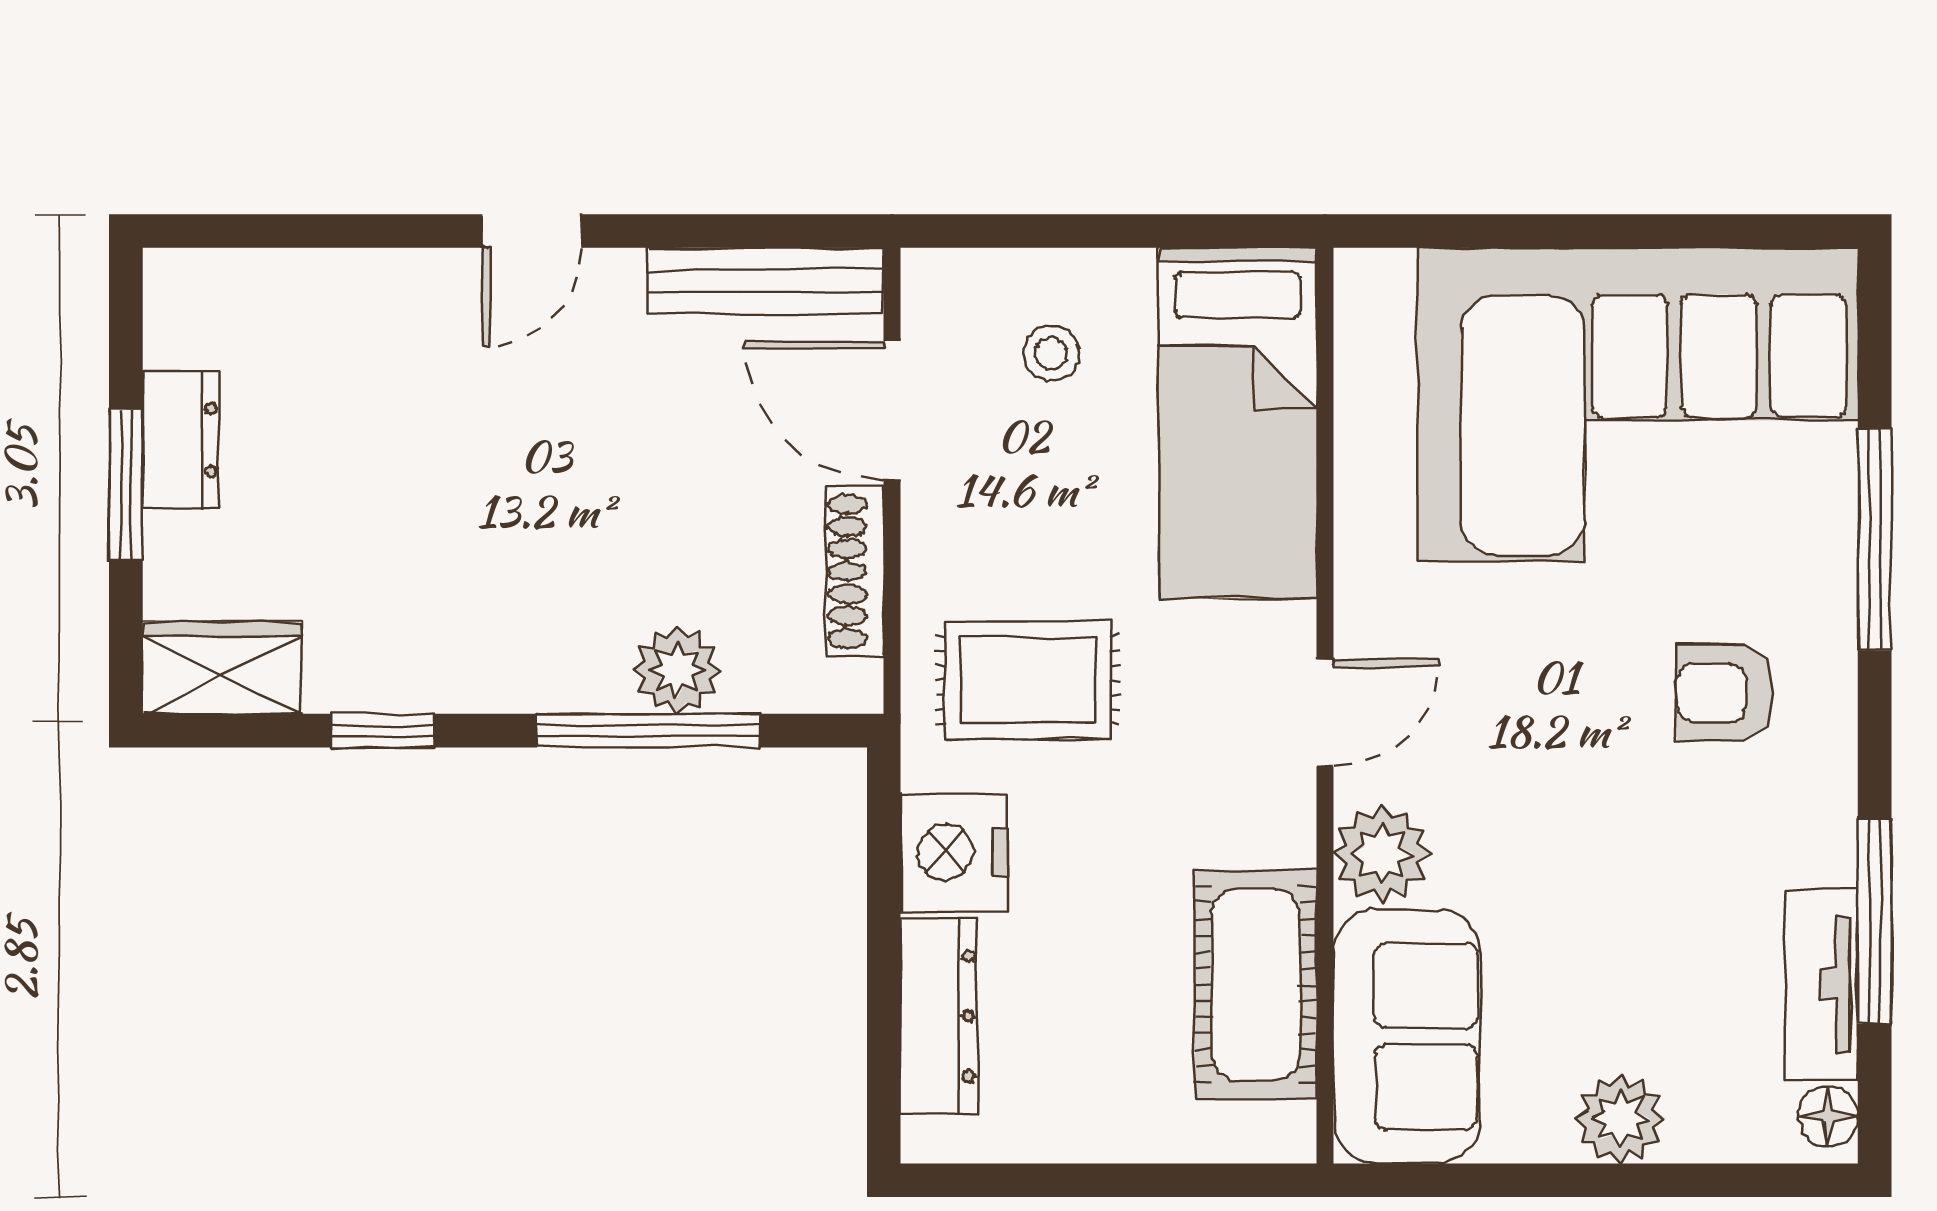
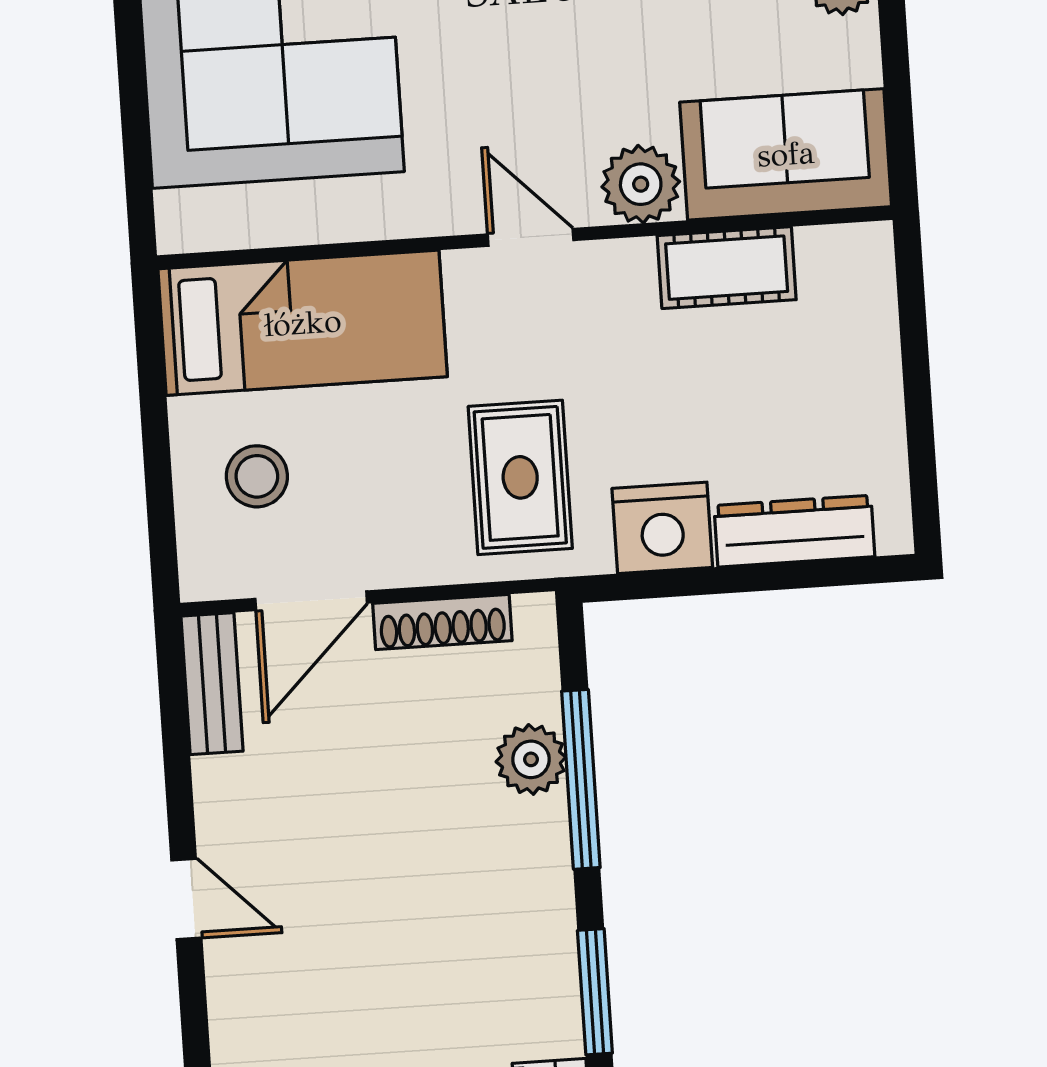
bench: (766, 281) -> (212, 684), width x0.73
stool: (1051, 353) -> (257, 476), width x1.37, depth x1.37
window: (383, 731) -> (595, 992), width x1.50
cot: (1256, 985) -> (727, 268), width x0.73, depth x0.75

